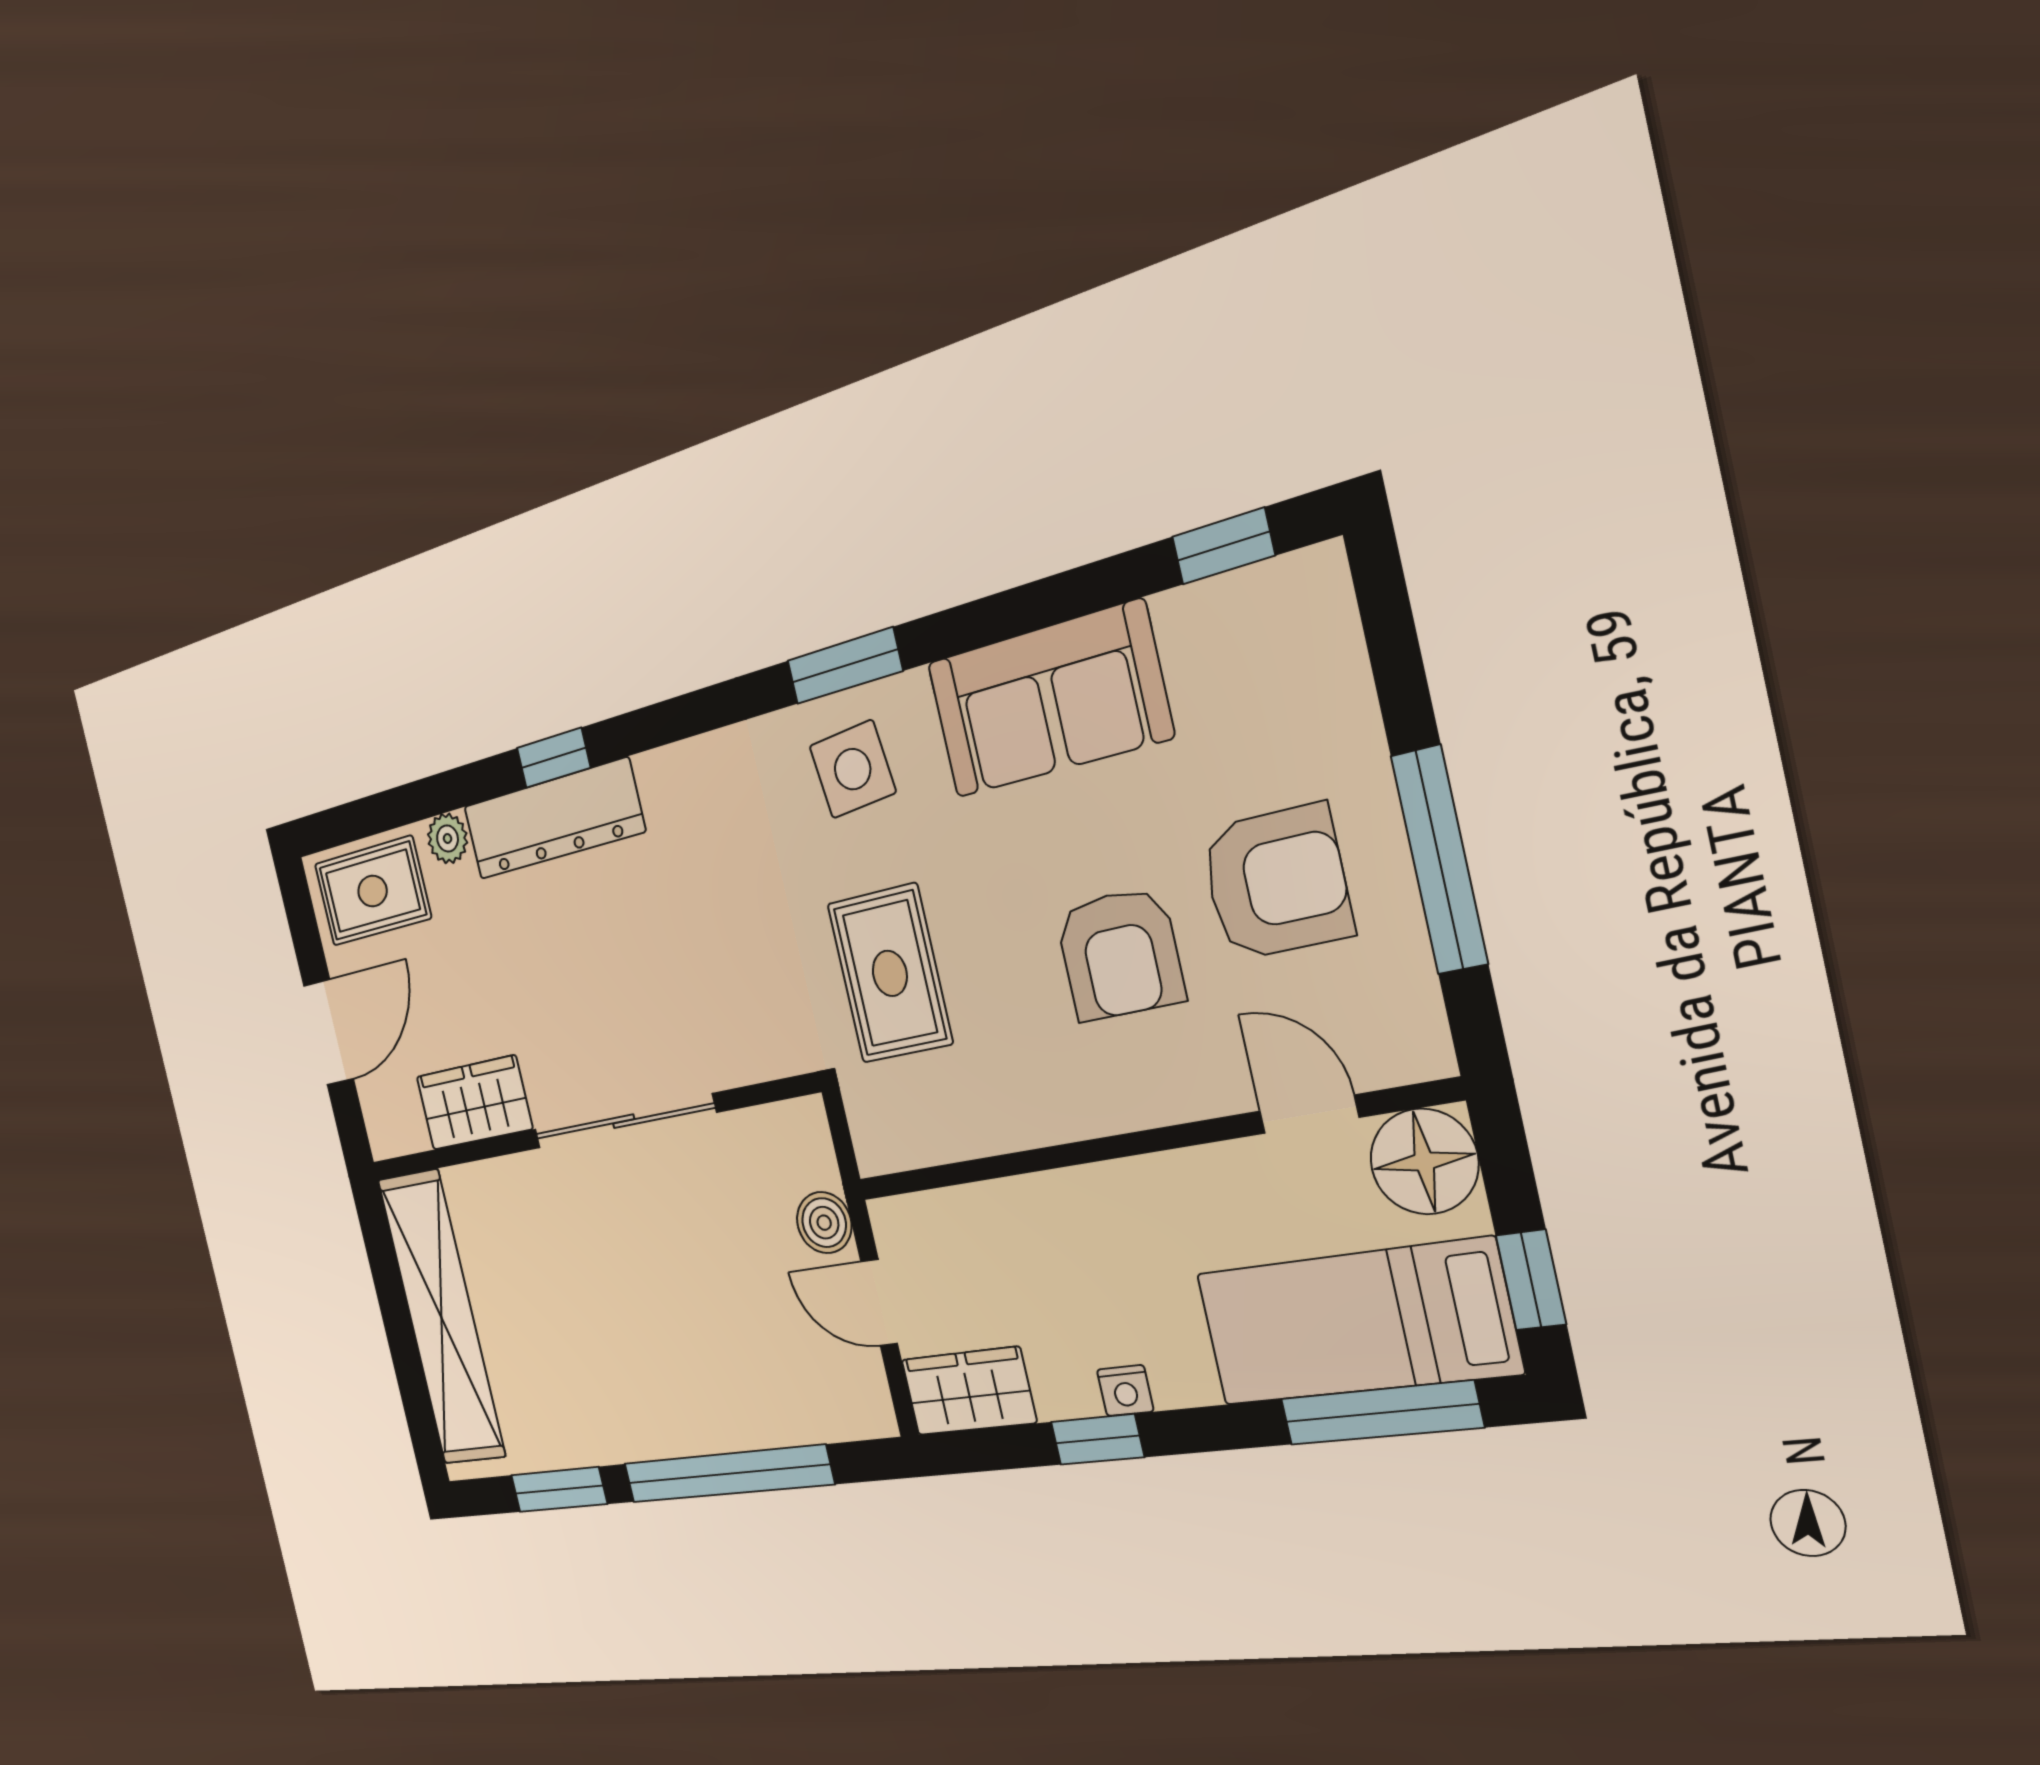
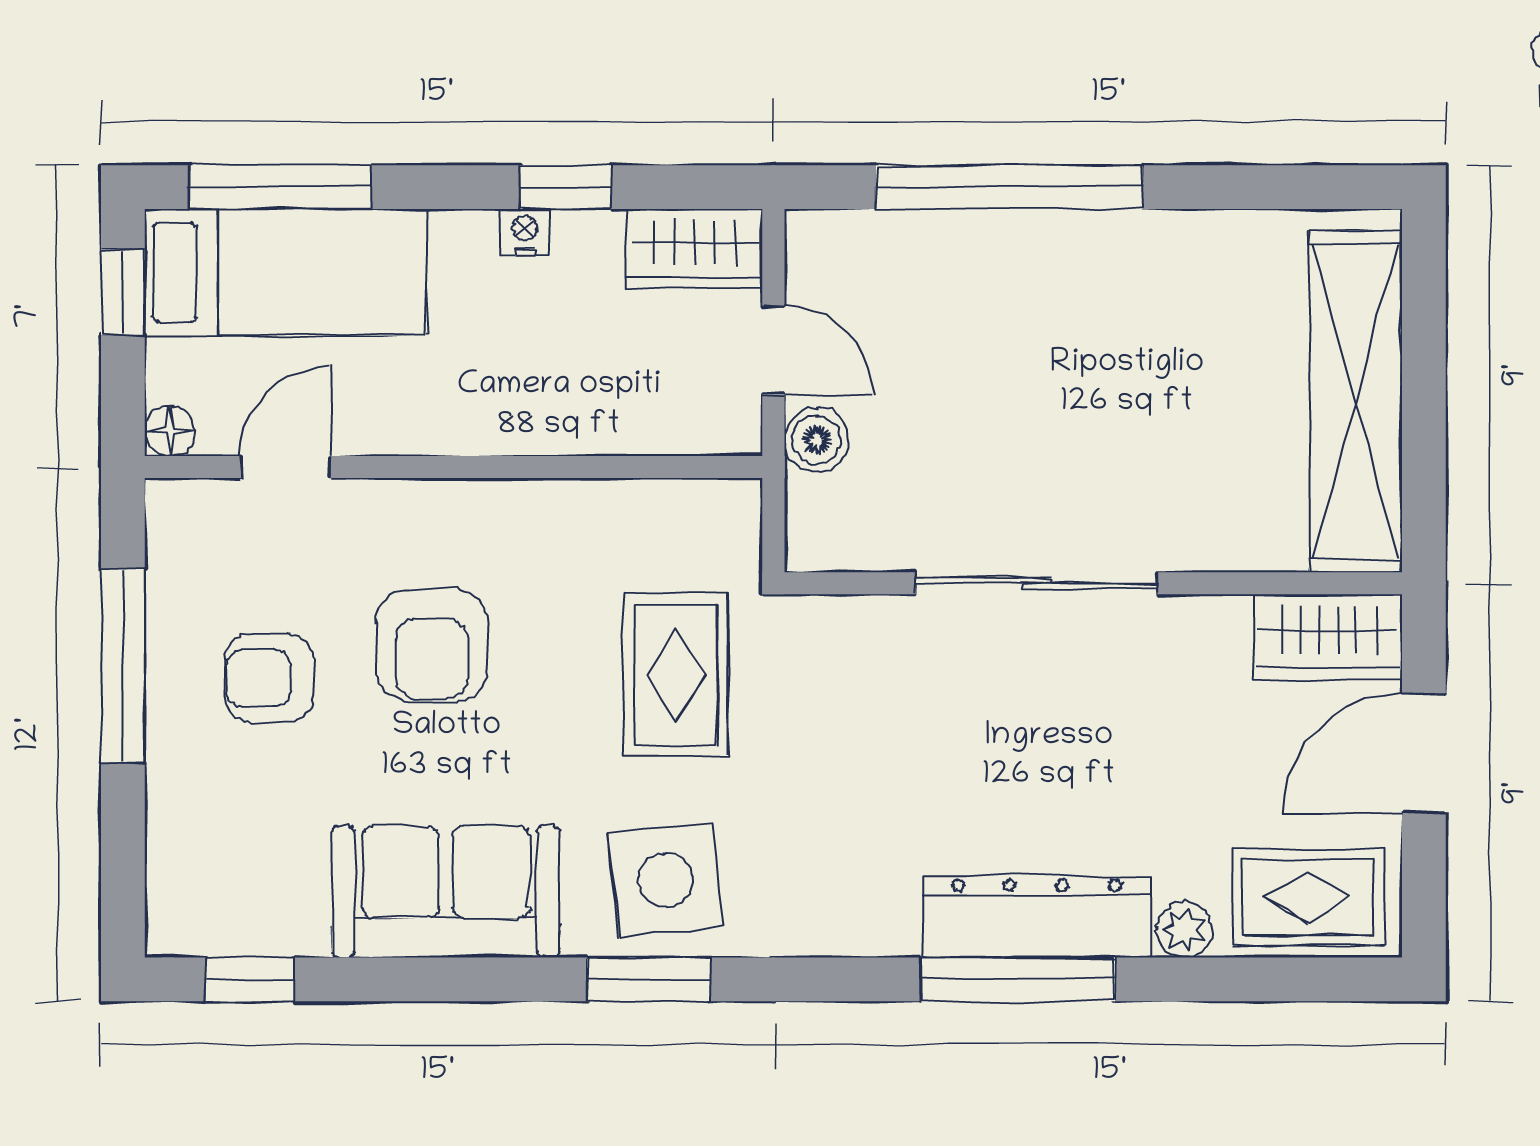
window: (553, 758) -> (1018, 979), width x2.17
side table: (853, 769) -> (666, 880), width x1.37, depth x1.37
armchair: (1276, 883) -> (269, 678), width x0.72, depth x0.72
armchair: (1120, 954) -> (432, 645), turned 180
wardrobe: (474, 1103) -> (1328, 637), moved
door: (1309, 1114) -> (286, 467), swing flipped
floor lamp: (1424, 1162) -> (170, 431), width x0.53, depth x0.53
window: (559, 1489) -> (1243, 187), removed

